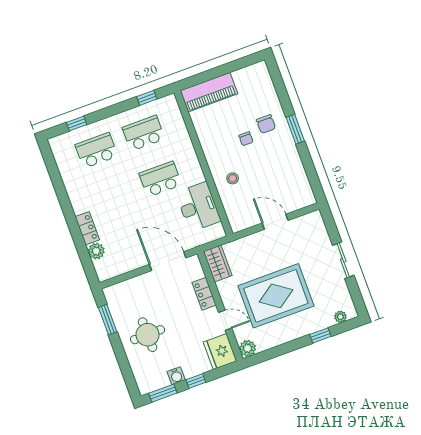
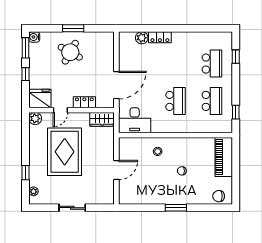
chair: (266, 124) -> (219, 196), moved
desk: (198, 207) -> (135, 120), moved
window: (108, 320) -> (73, 28), moved
round table: (148, 335) -> (70, 52), turned 30
water cooler: (176, 376) -> (34, 37), moved

